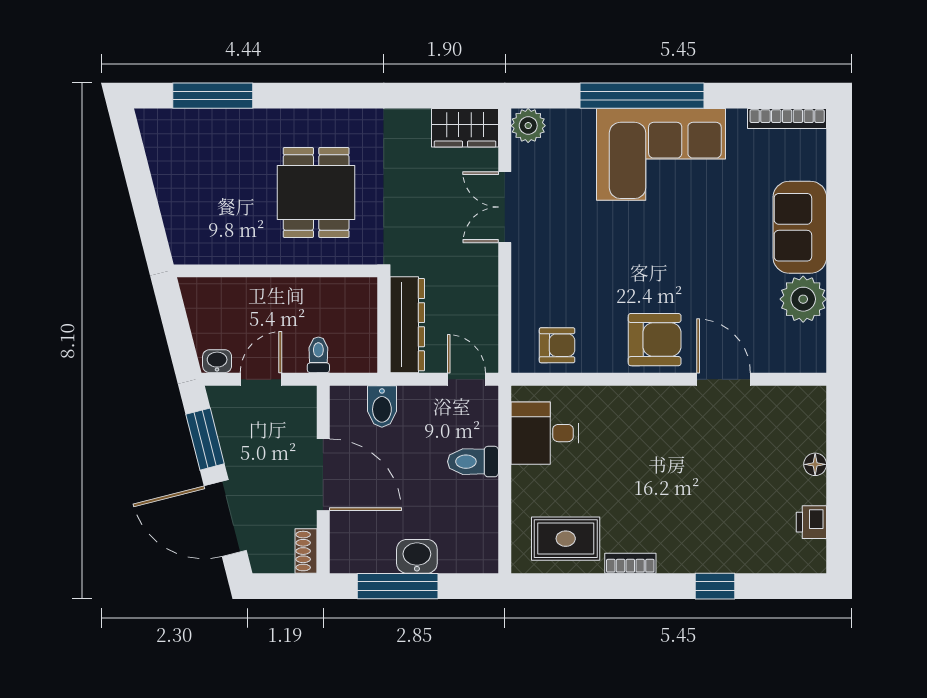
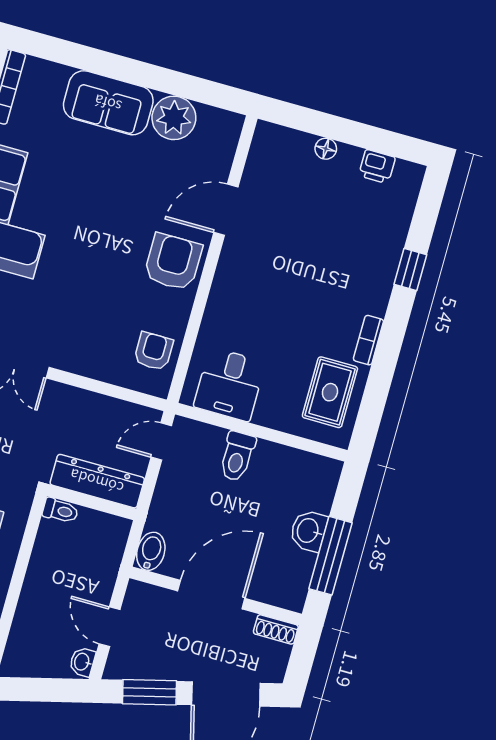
toilet: (318, 355) -> (60, 511), moved, turned 180
bidet: (382, 406) -> (151, 551), moved, turned -90

